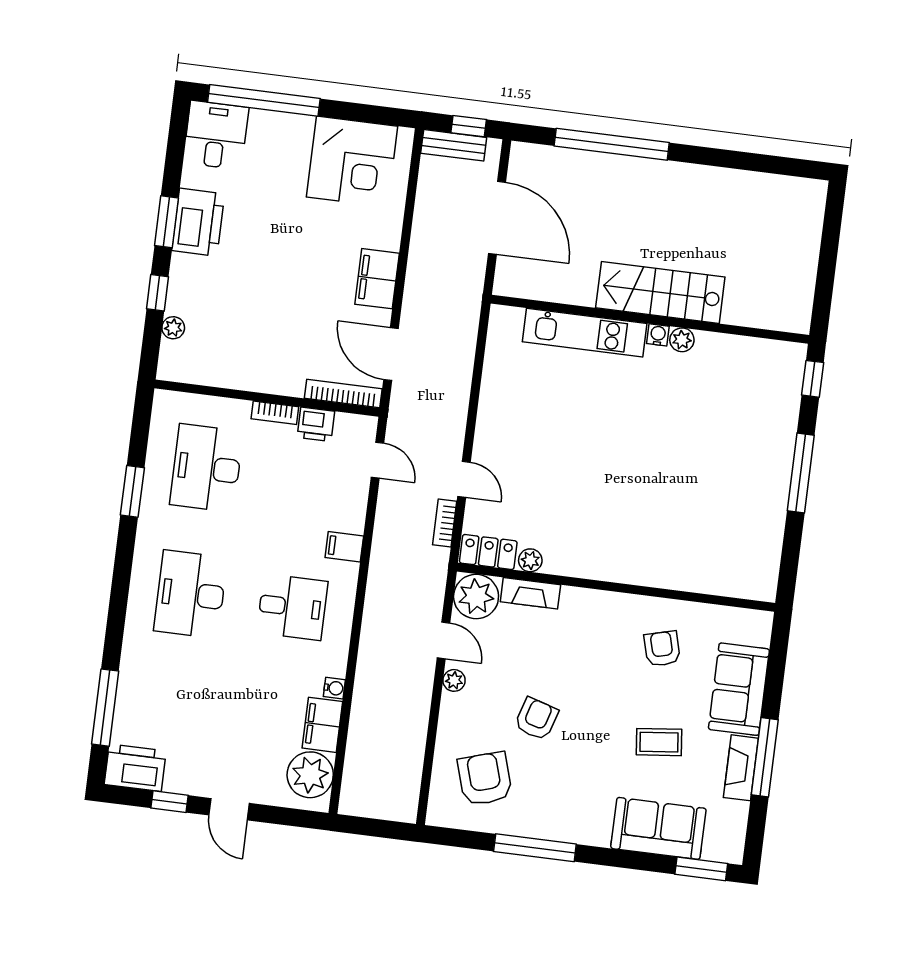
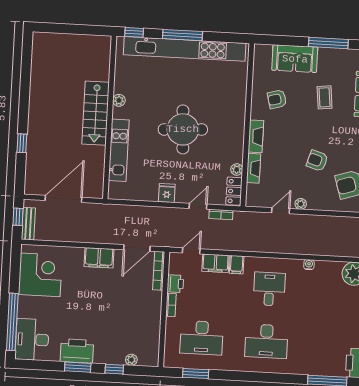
desk: (216, 135) -> (32, 339), width x1.37
window: (612, 144) -> (22, 143), width x0.32
water cooler: (658, 335) -> (117, 113), removed
fridge: (494, 420) -> (167, 193), added
round table: (616, 461) -> (183, 129), added
kitchen unit: (773, 475) -> (185, 49), added
window: (132, 491) -> (196, 373), moved
plant: (476, 597) -> (257, 196), removed
filing cabinet: (322, 725) -> (216, 263), moved
fireplace: (741, 768) -> (256, 136), moved, turned -90

